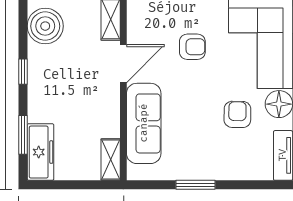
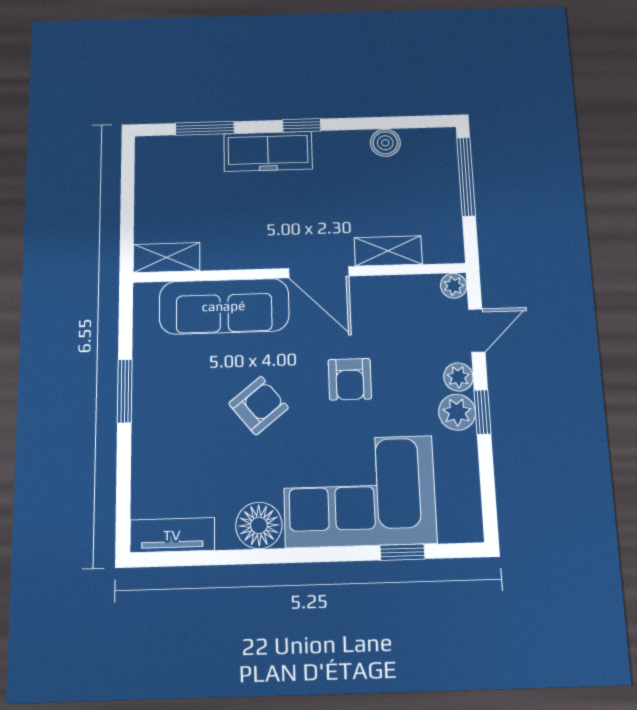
boiler: (45, 26) -> (385, 143), width x0.54, depth x0.54
armchair: (237, 114) -> (259, 406), moved, turned -40
freezer: (41, 152) -> (268, 151), moved

